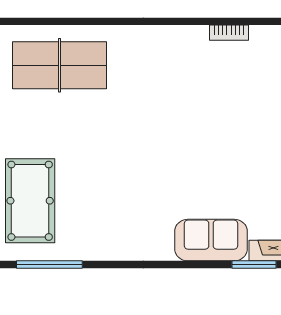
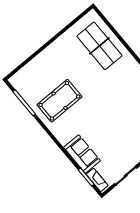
pool table: (30, 201) -> (59, 101), moved

